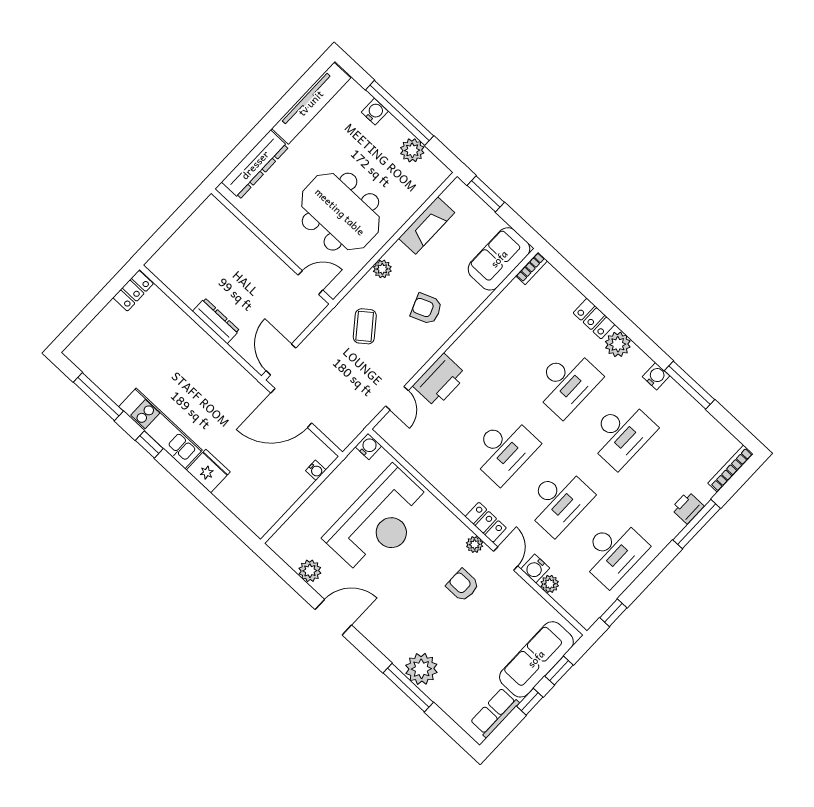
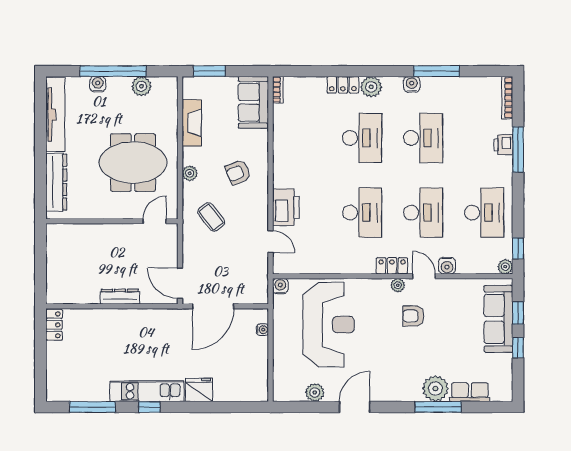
plant: (550, 584) -> (505, 267), moved
row of seats: (495, 713) -> (470, 392), moved, turned 90

